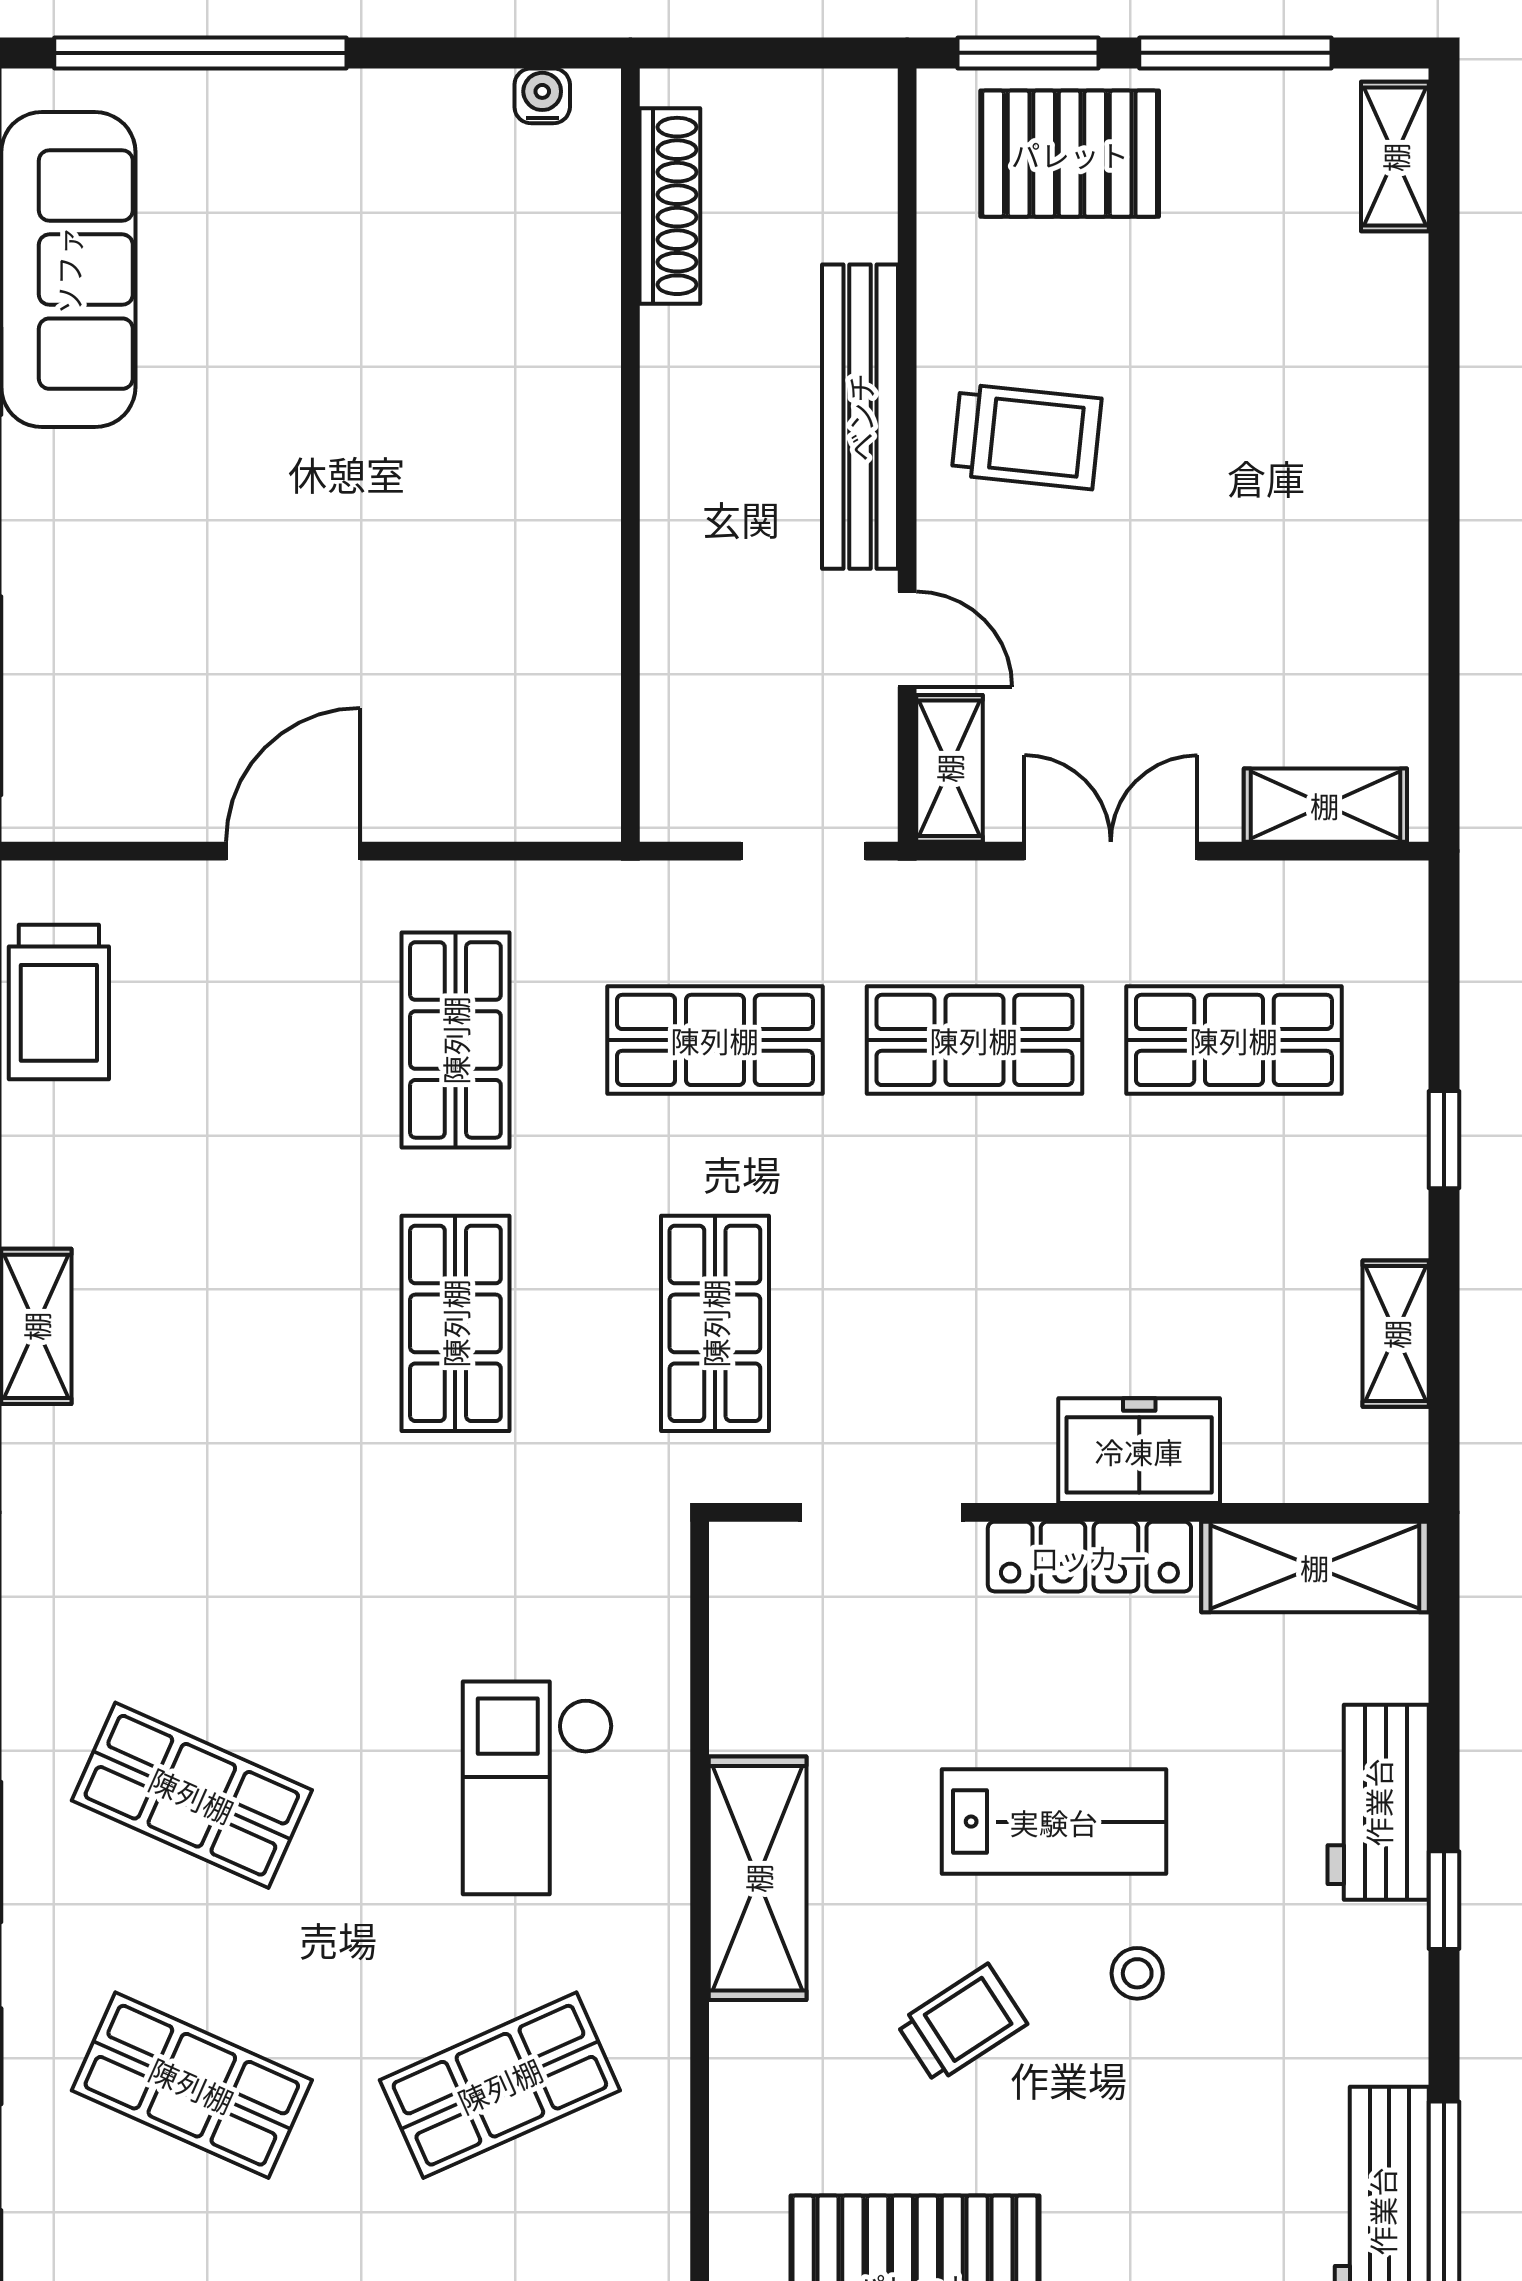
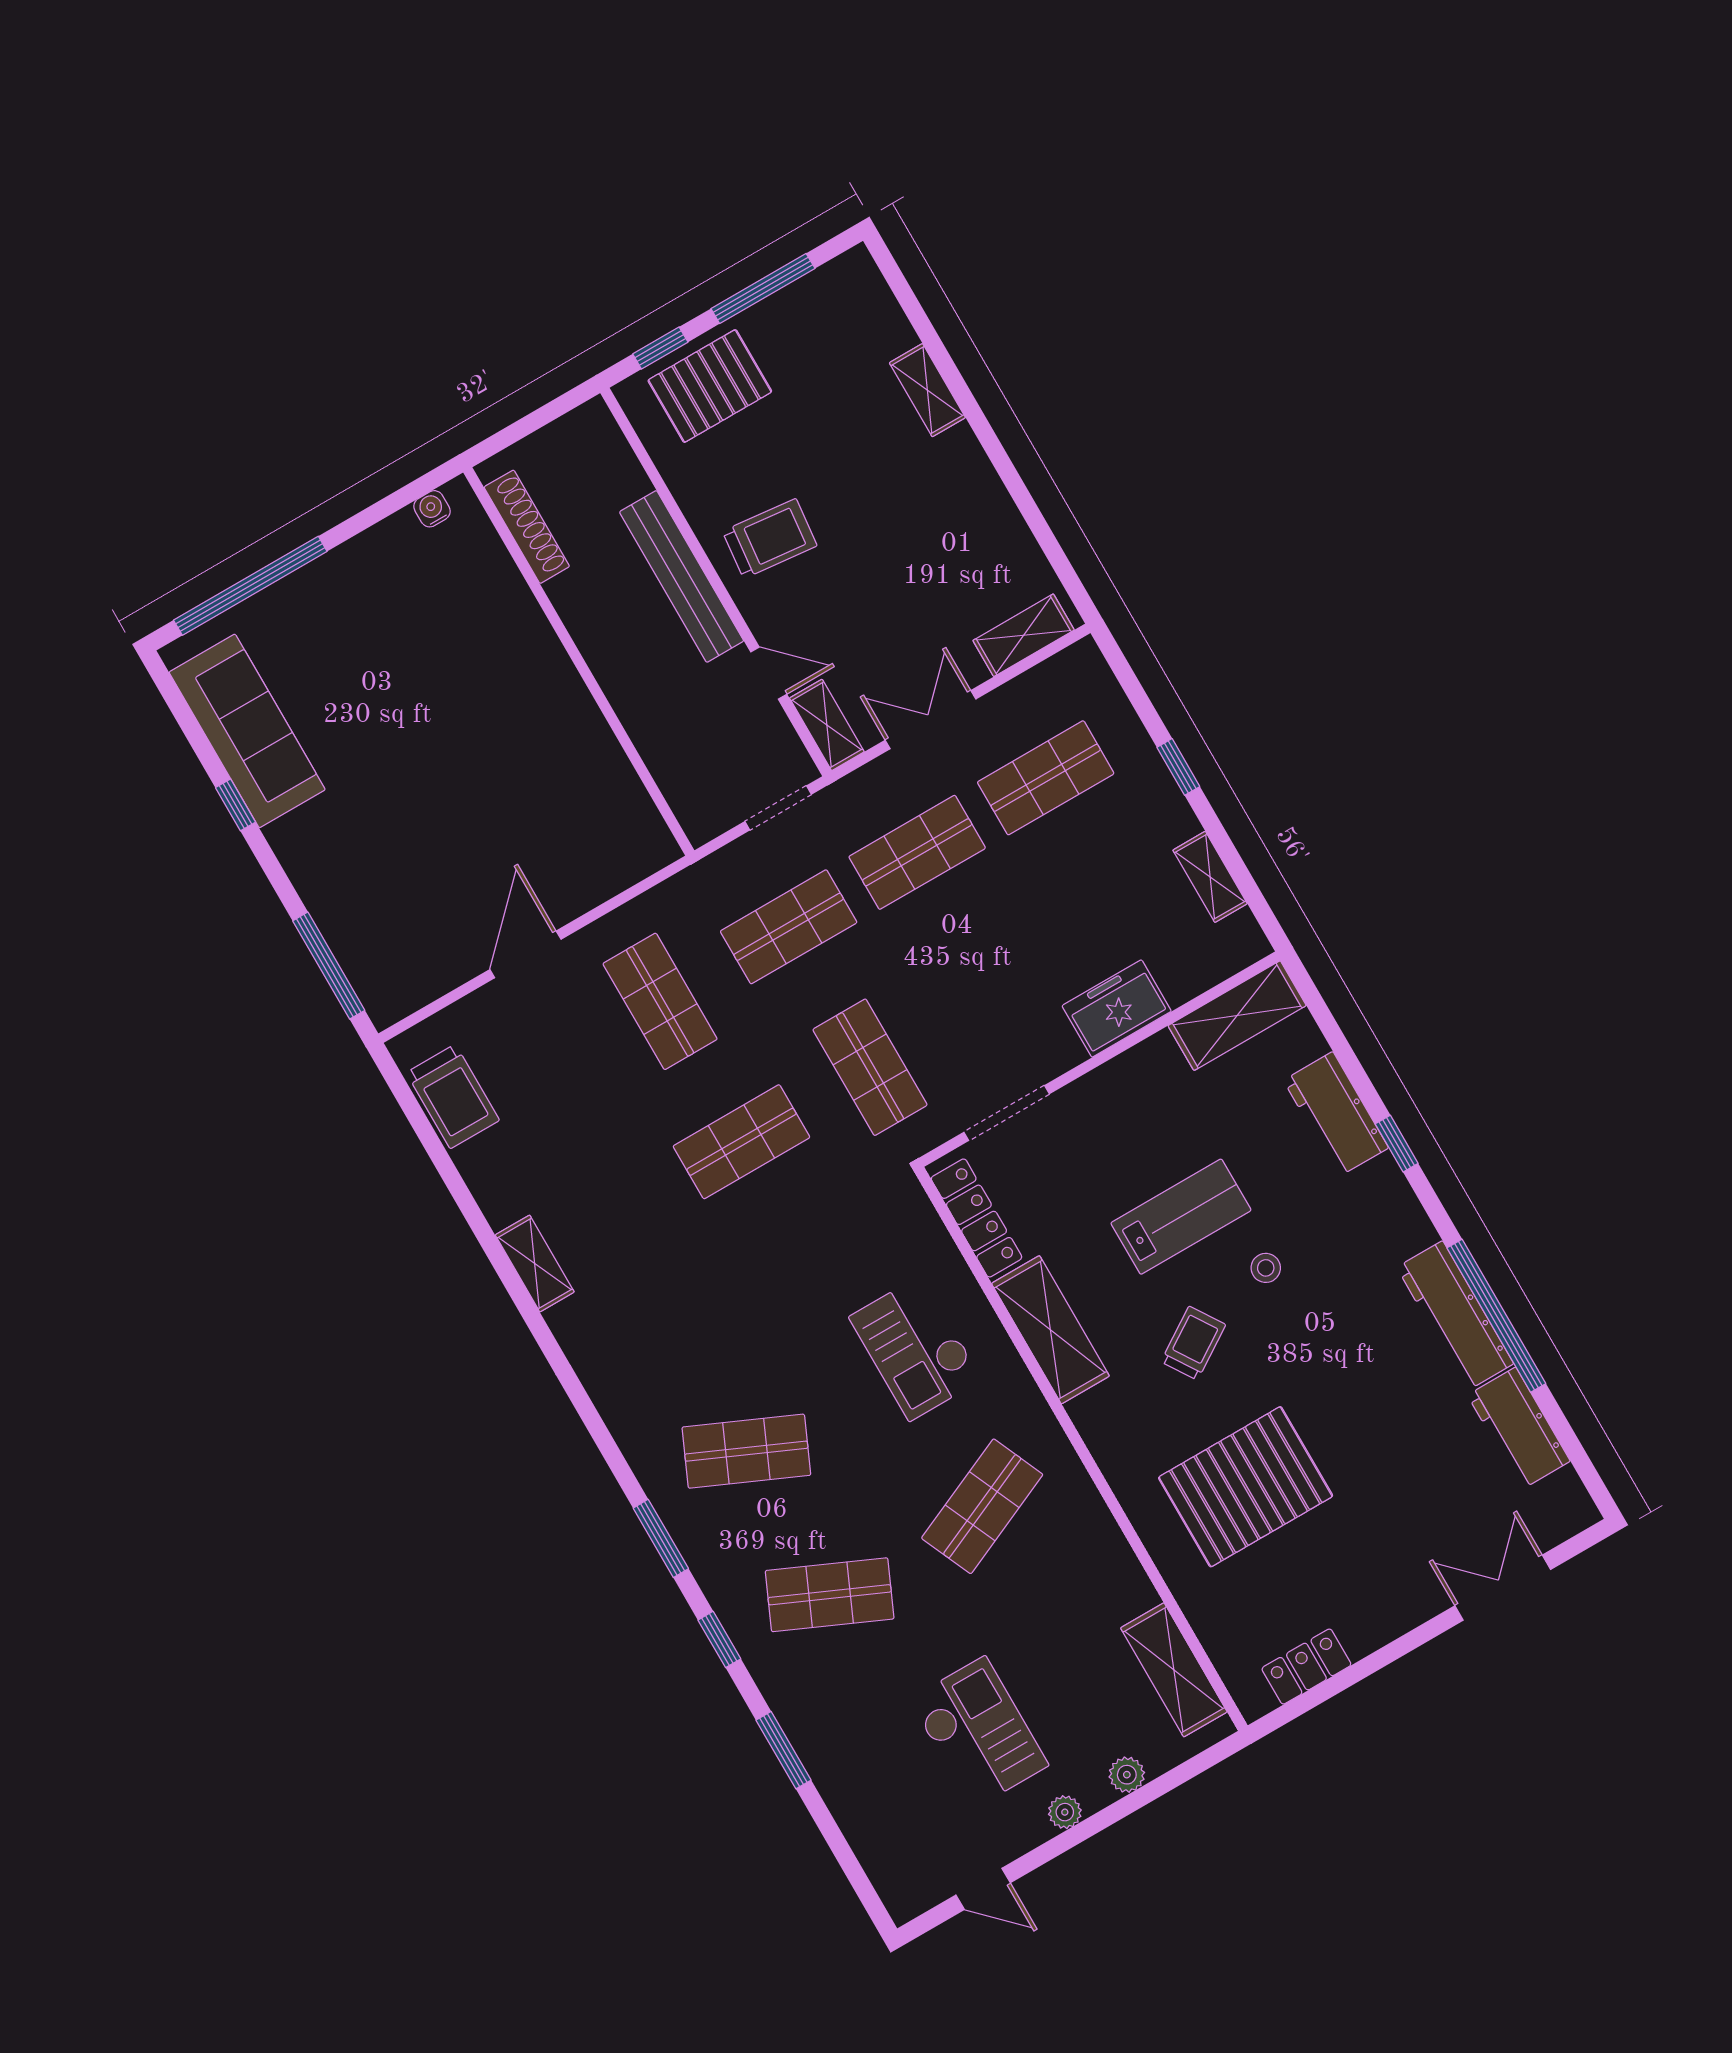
window: (1028, 53) -> (660, 348), width x0.67
shelving: (1395, 157) -> (927, 390), moved
shop shelf: (455, 1323) -> (741, 1142), turned 90
locker: (1089, 1557) -> (976, 1218), moved, turned -90

